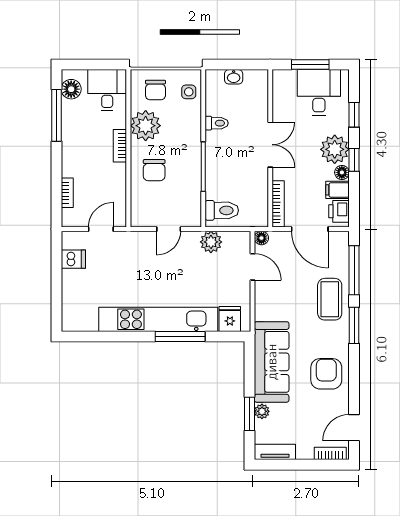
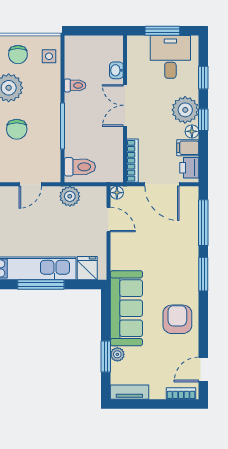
washbasin: (234, 77) -> (116, 70), moved, turned 90
double door: (270, 145) -> (125, 105), swing flipped
coffee table: (330, 299) -> (181, 250), removed

